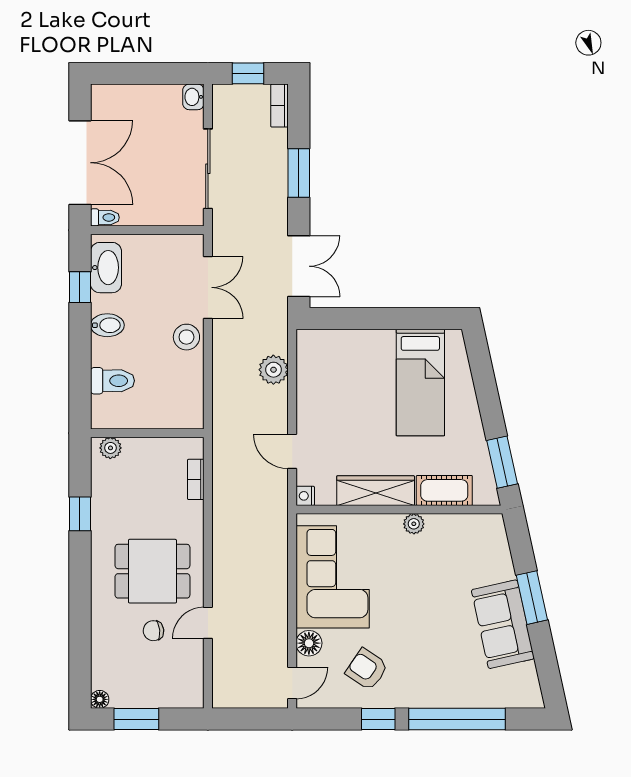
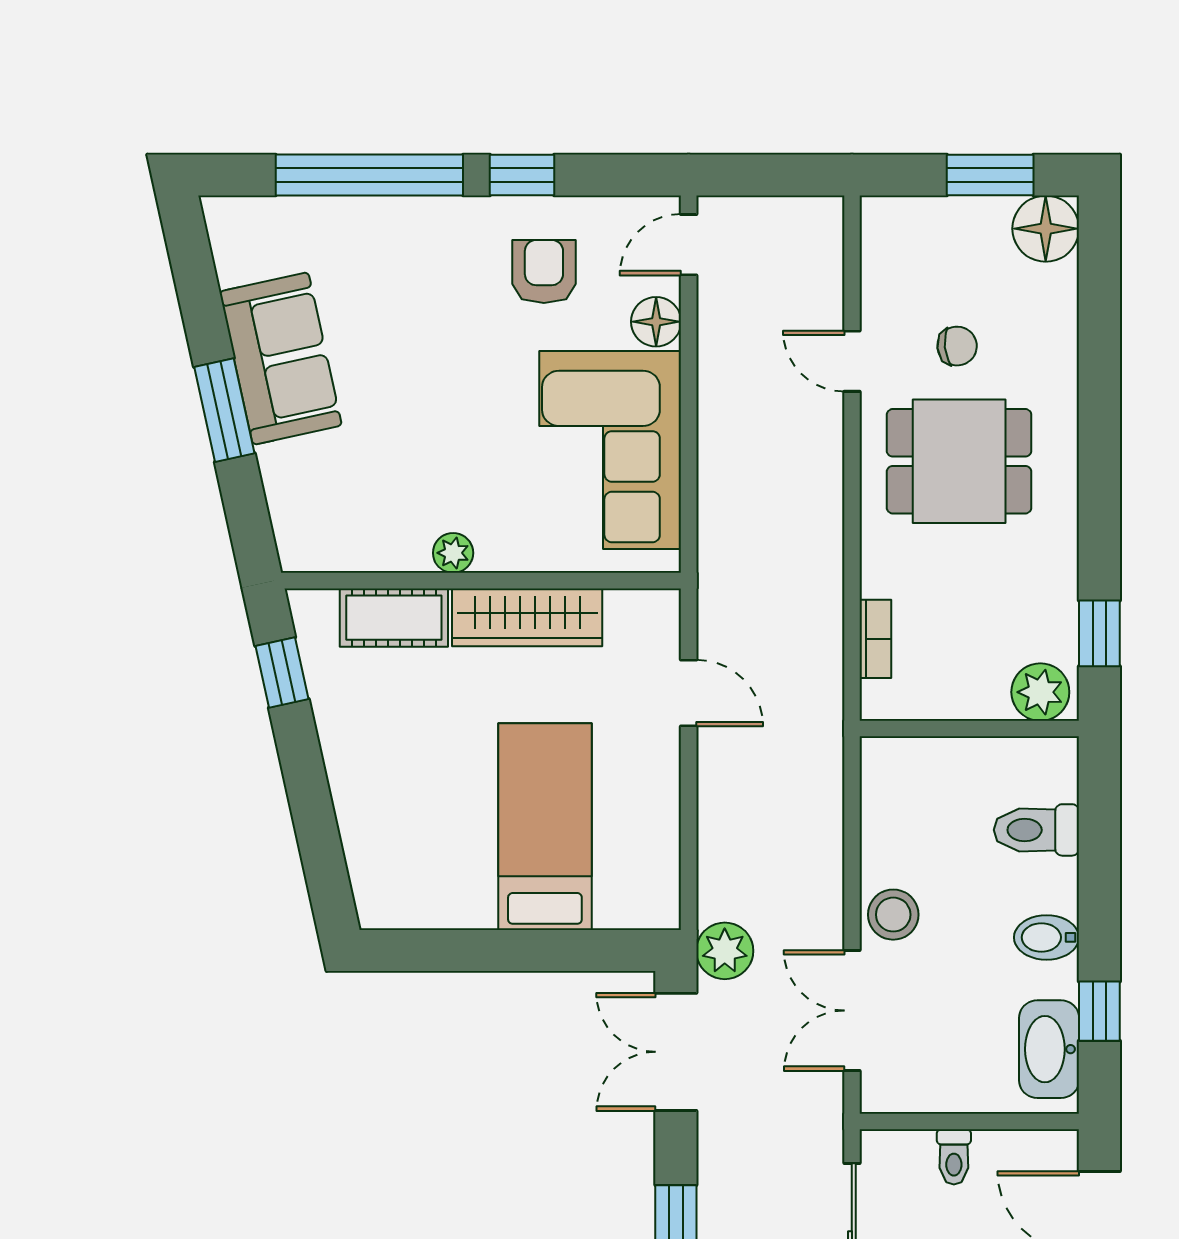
toilet: (105, 217) -> (954, 1157), moved, turned -90
plant: (273, 370) -> (725, 951), moved
bed: (420, 382) -> (545, 827), moved
plant: (110, 448) -> (1040, 692), width x1.38, depth x1.38
window: (502, 462) -> (282, 672), width x0.67
nightstand: (305, 496) -> (663, 607), removed
window: (80, 514) -> (1099, 633), moved
door: (208, 623) -> (852, 361), swing flipped
armchair: (367, 669) -> (544, 271), turned -124
floor lamp: (100, 699) -> (1046, 229), width x1.89, depth x1.89

